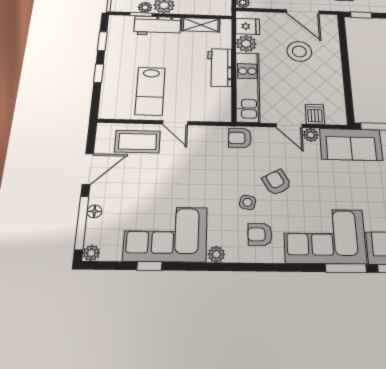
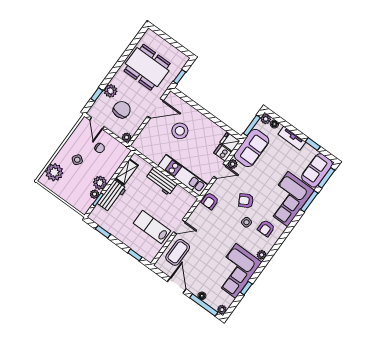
fridge: (248, 26) -> (230, 142), moved, turned -90
plant: (246, 44) -> (156, 156), removed
window: (99, 73) -> (135, 255), moved
lab bench: (150, 91) -> (152, 227), turned 180

